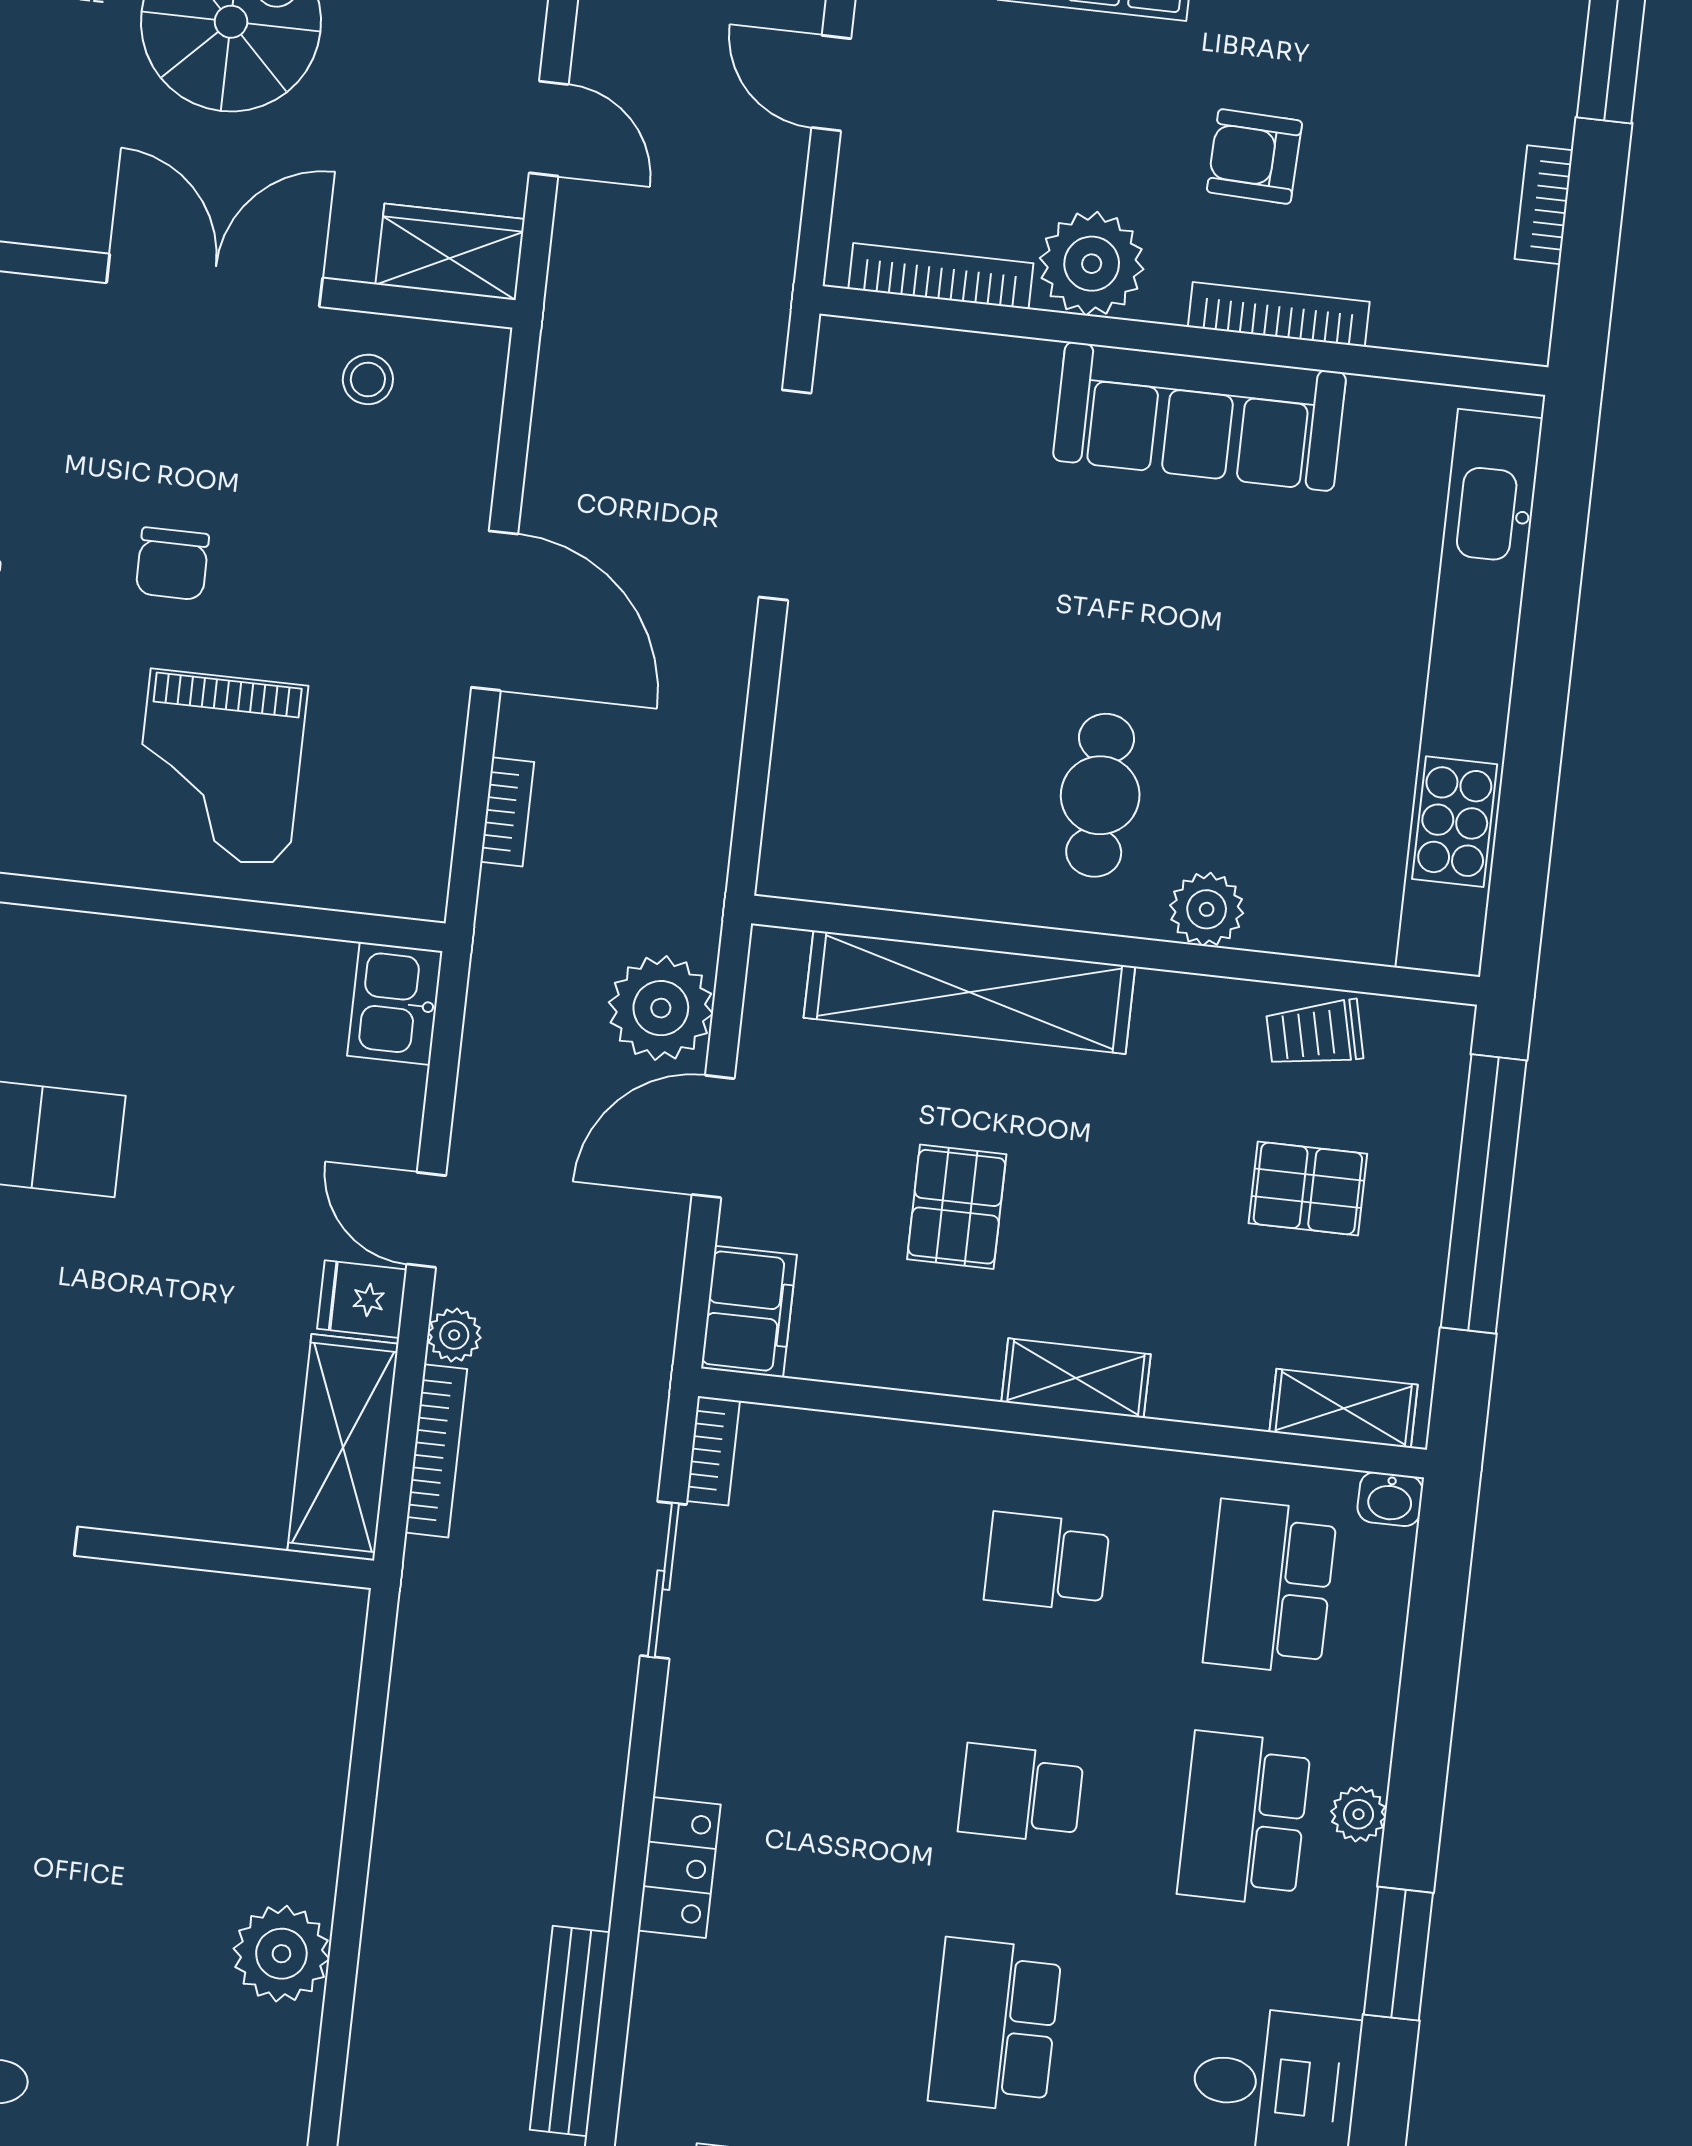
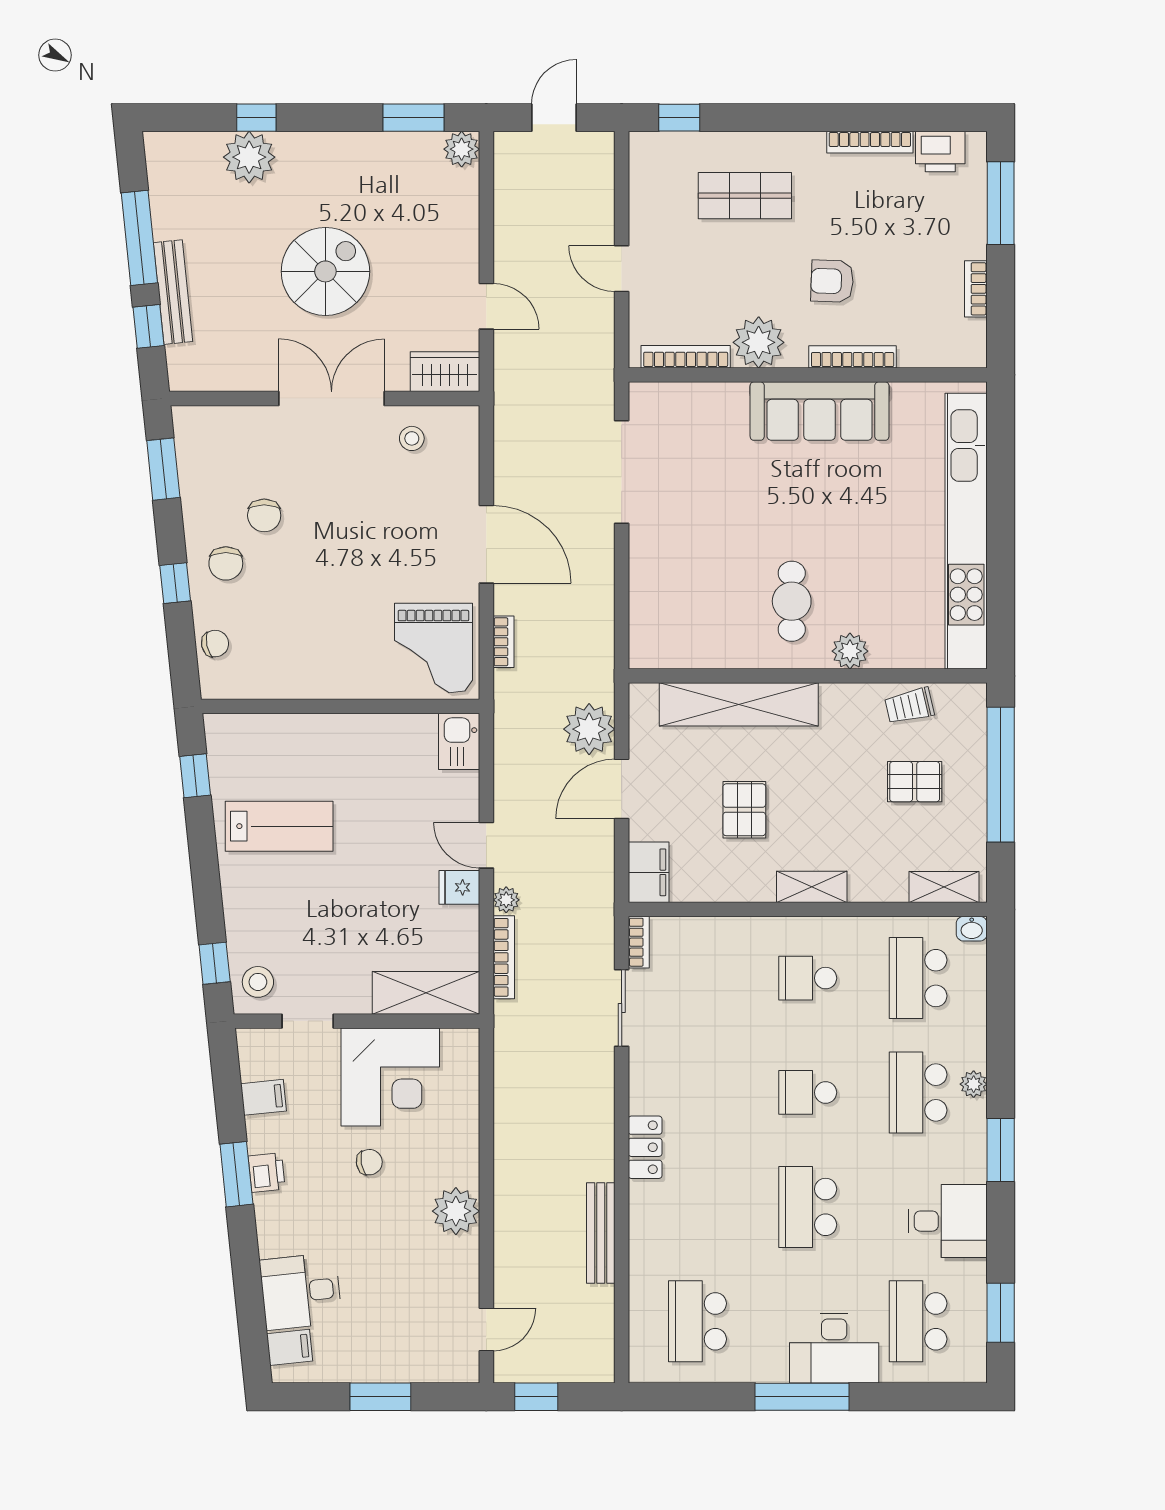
chair: (172, 564) -> (264, 515), moved
grand piano: (219, 768) -> (433, 648), moved
shelving: (343, 1447) -> (426, 993), moved, turned 90
corner desk: (179, 1667) -> (390, 1077), added
chair: (117, 1835) -> (369, 1162), added

